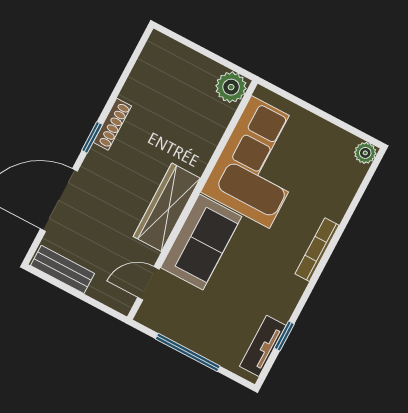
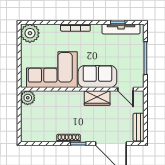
plant: (365, 153) -> (30, 33), width x1.88, depth x1.88
wardrobe: (167, 207) -> (97, 98), width x0.67
tv unit: (263, 346) -> (121, 29), width x1.41

